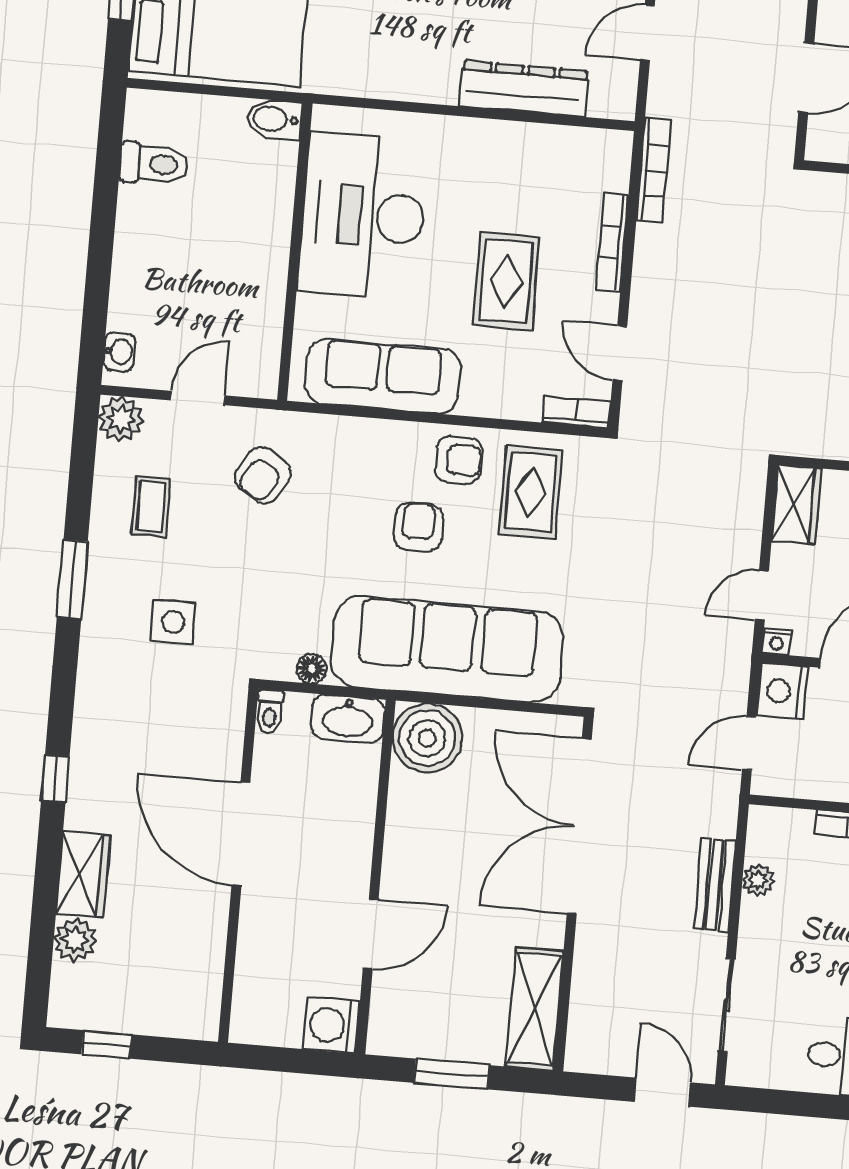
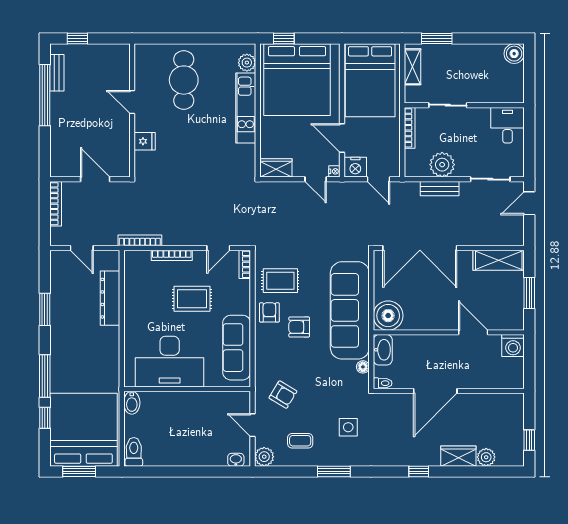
toilet: (154, 164) -> (134, 452), moved
plant: (758, 880) -> (442, 165), width x1.87, depth x1.87

